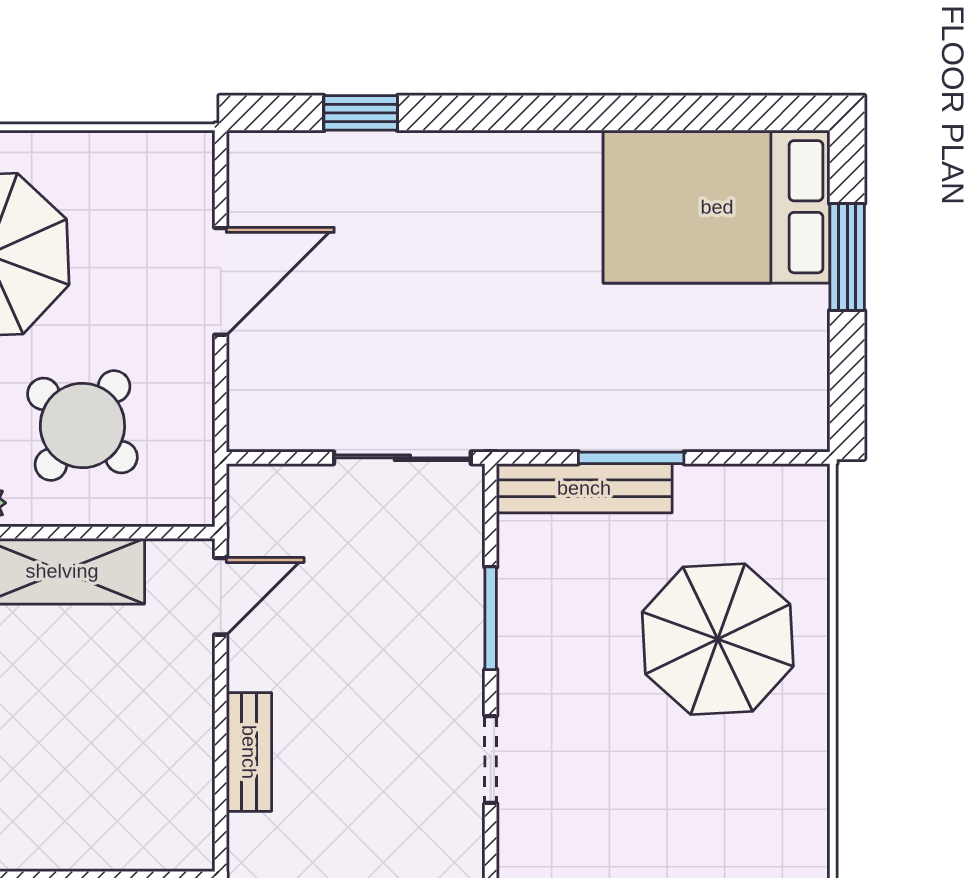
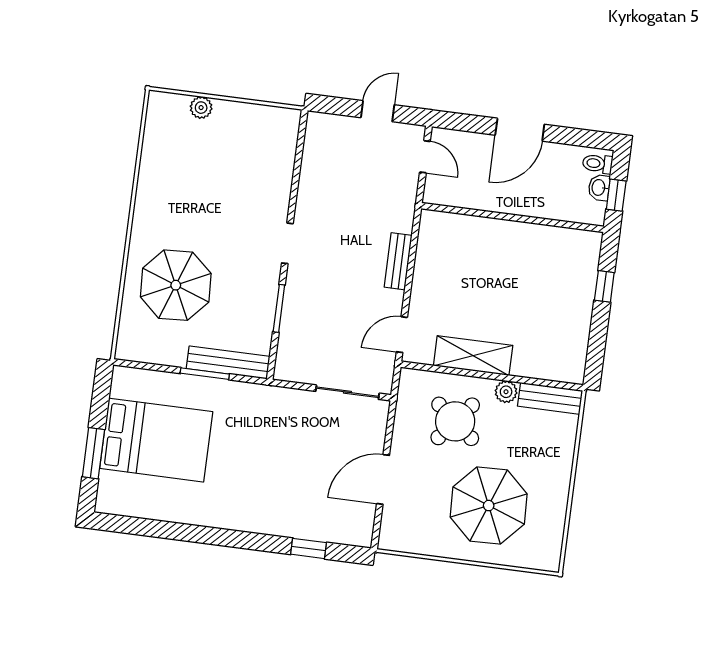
bed: (717, 207) -> (156, 440), moved
sliding door: (402, 458) -> (347, 392), moved

